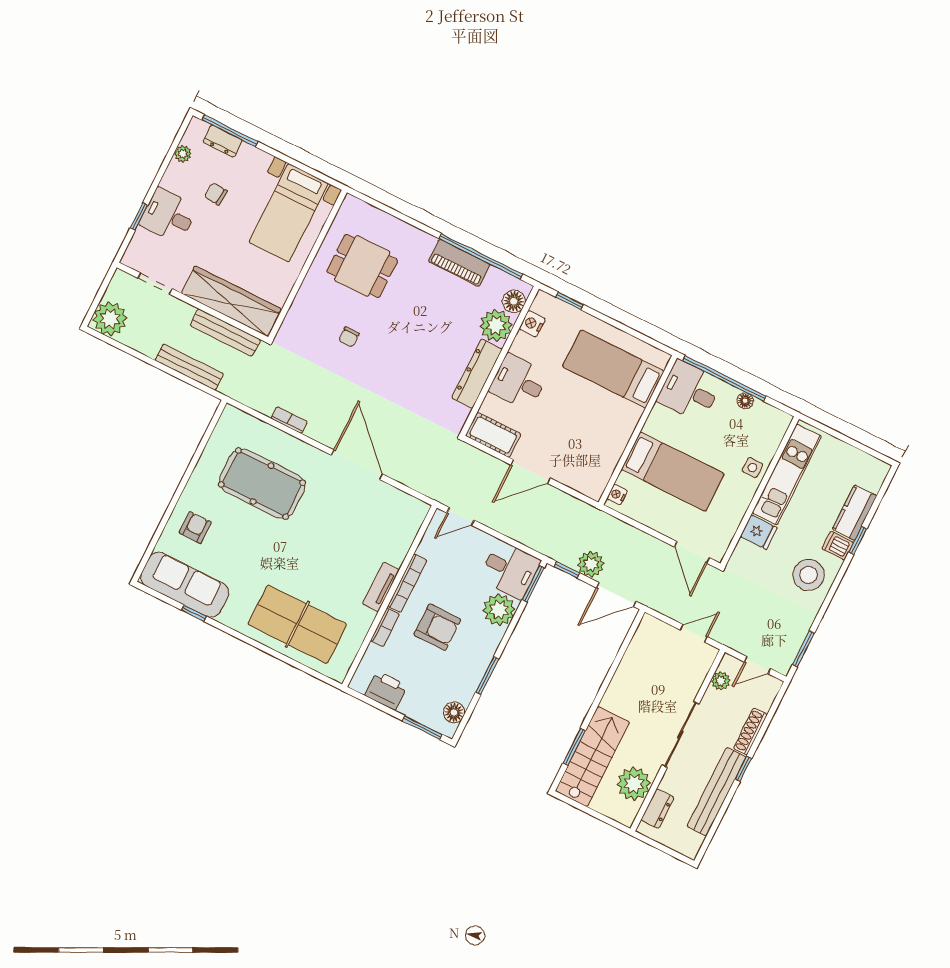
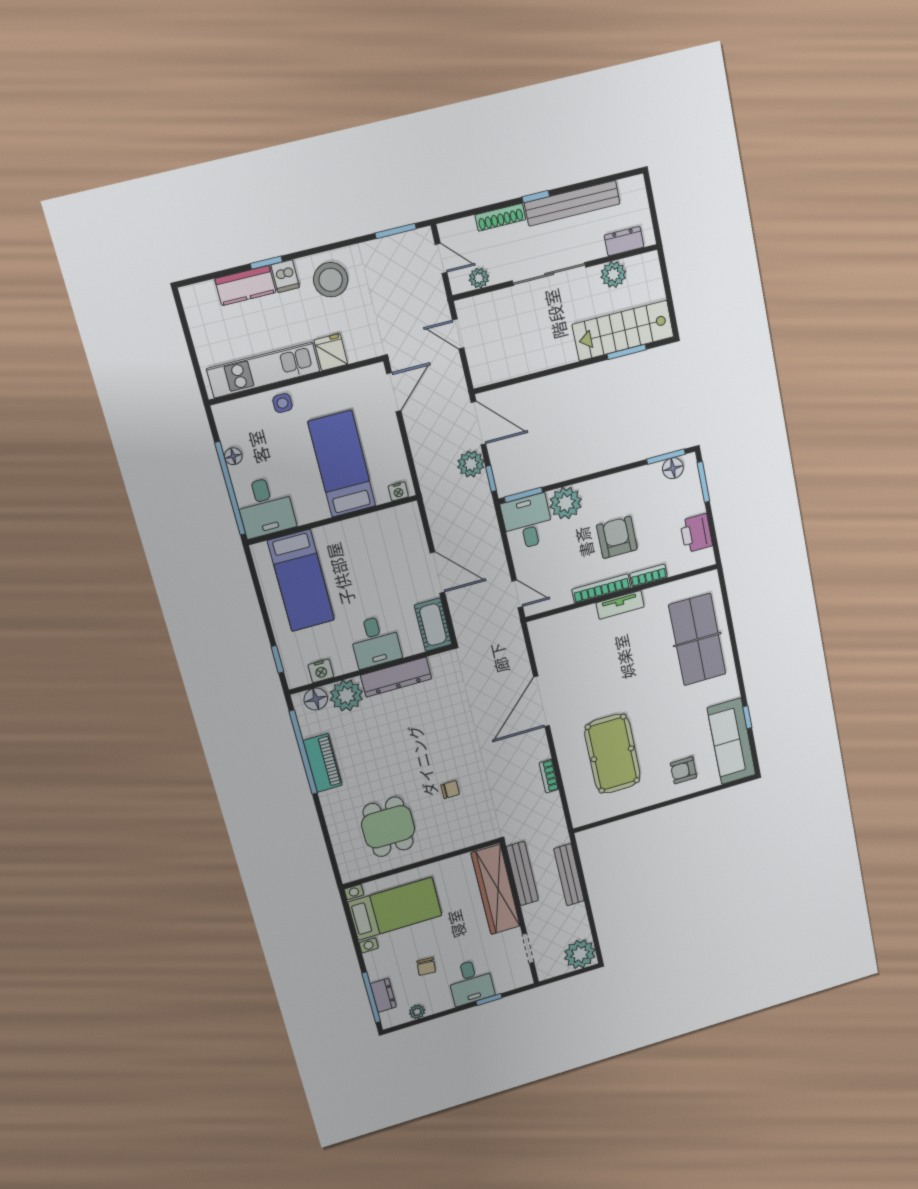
window: (487, 676) -> (666, 457), moved
plant: (634, 784) -> (613, 275), width x0.73, depth x0.73

